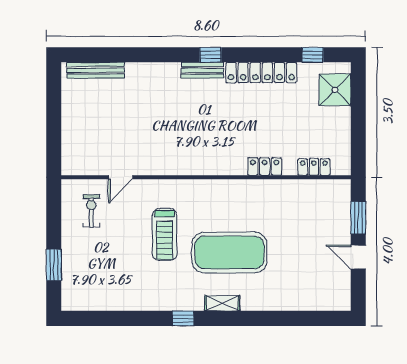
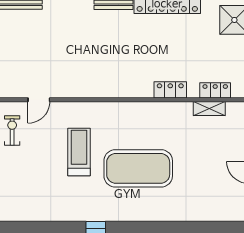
treadmill: (165, 235) -> (79, 152), turned 180
shelving: (222, 303) -> (209, 109), moved

